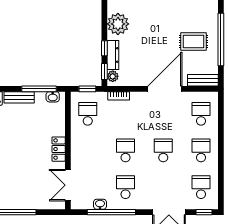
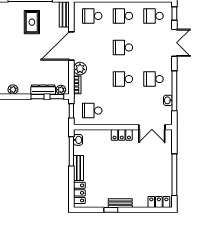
plant: (118, 24) -> (13, 90), width x0.53, depth x0.53
door: (165, 89) -> (71, 46), hinge flipped
plant: (138, 99) -> (80, 69), added

